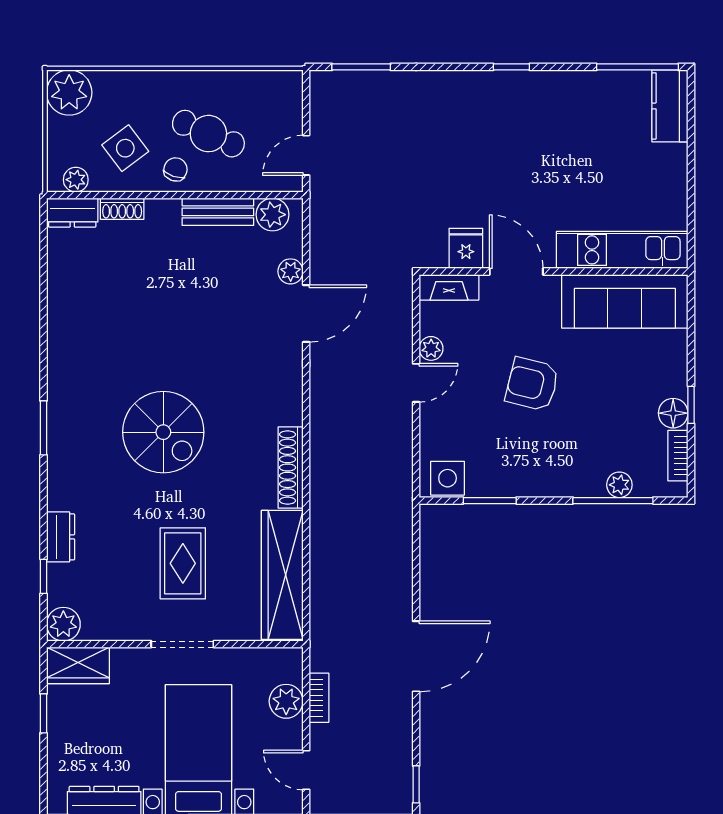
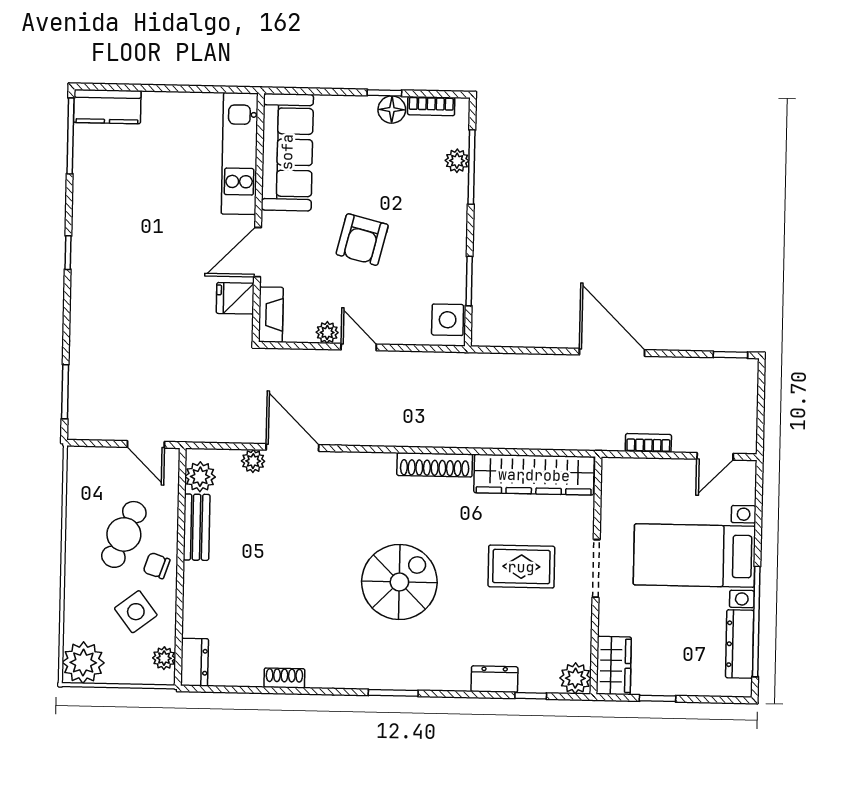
shoe rack: (122, 209) -> (284, 678), moved, turned -90
plant: (286, 701) -> (651, 473), removed

